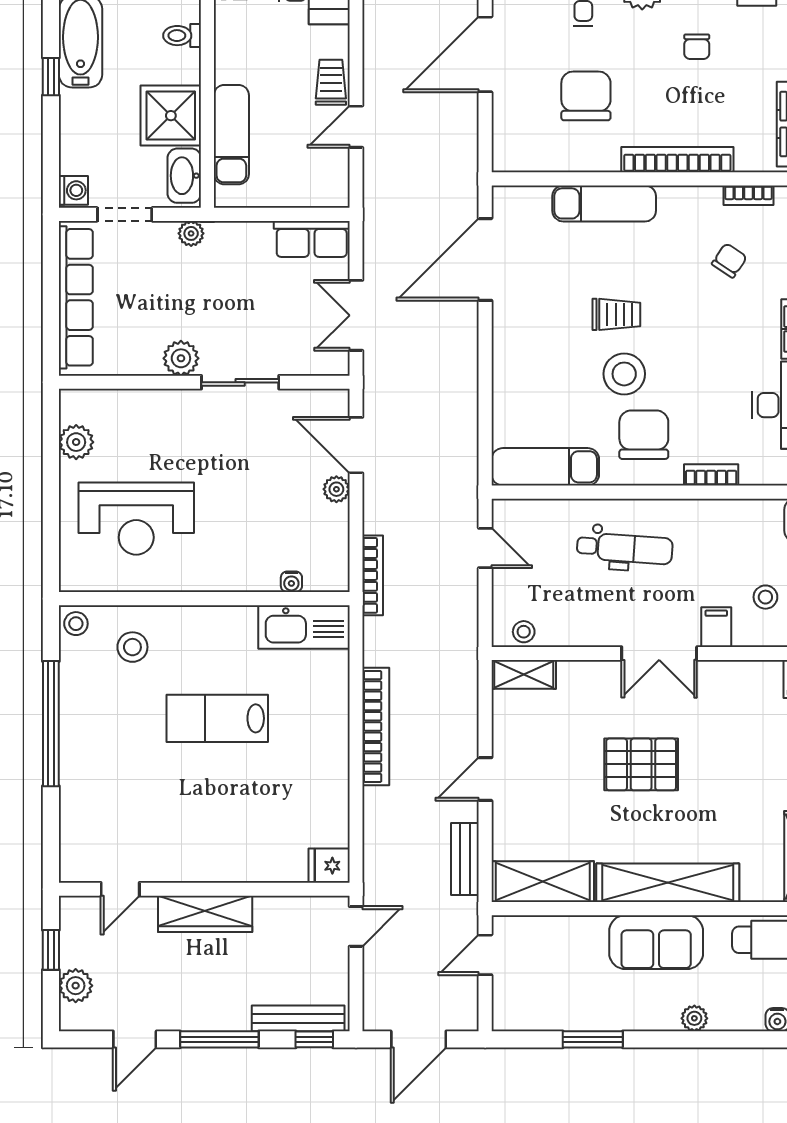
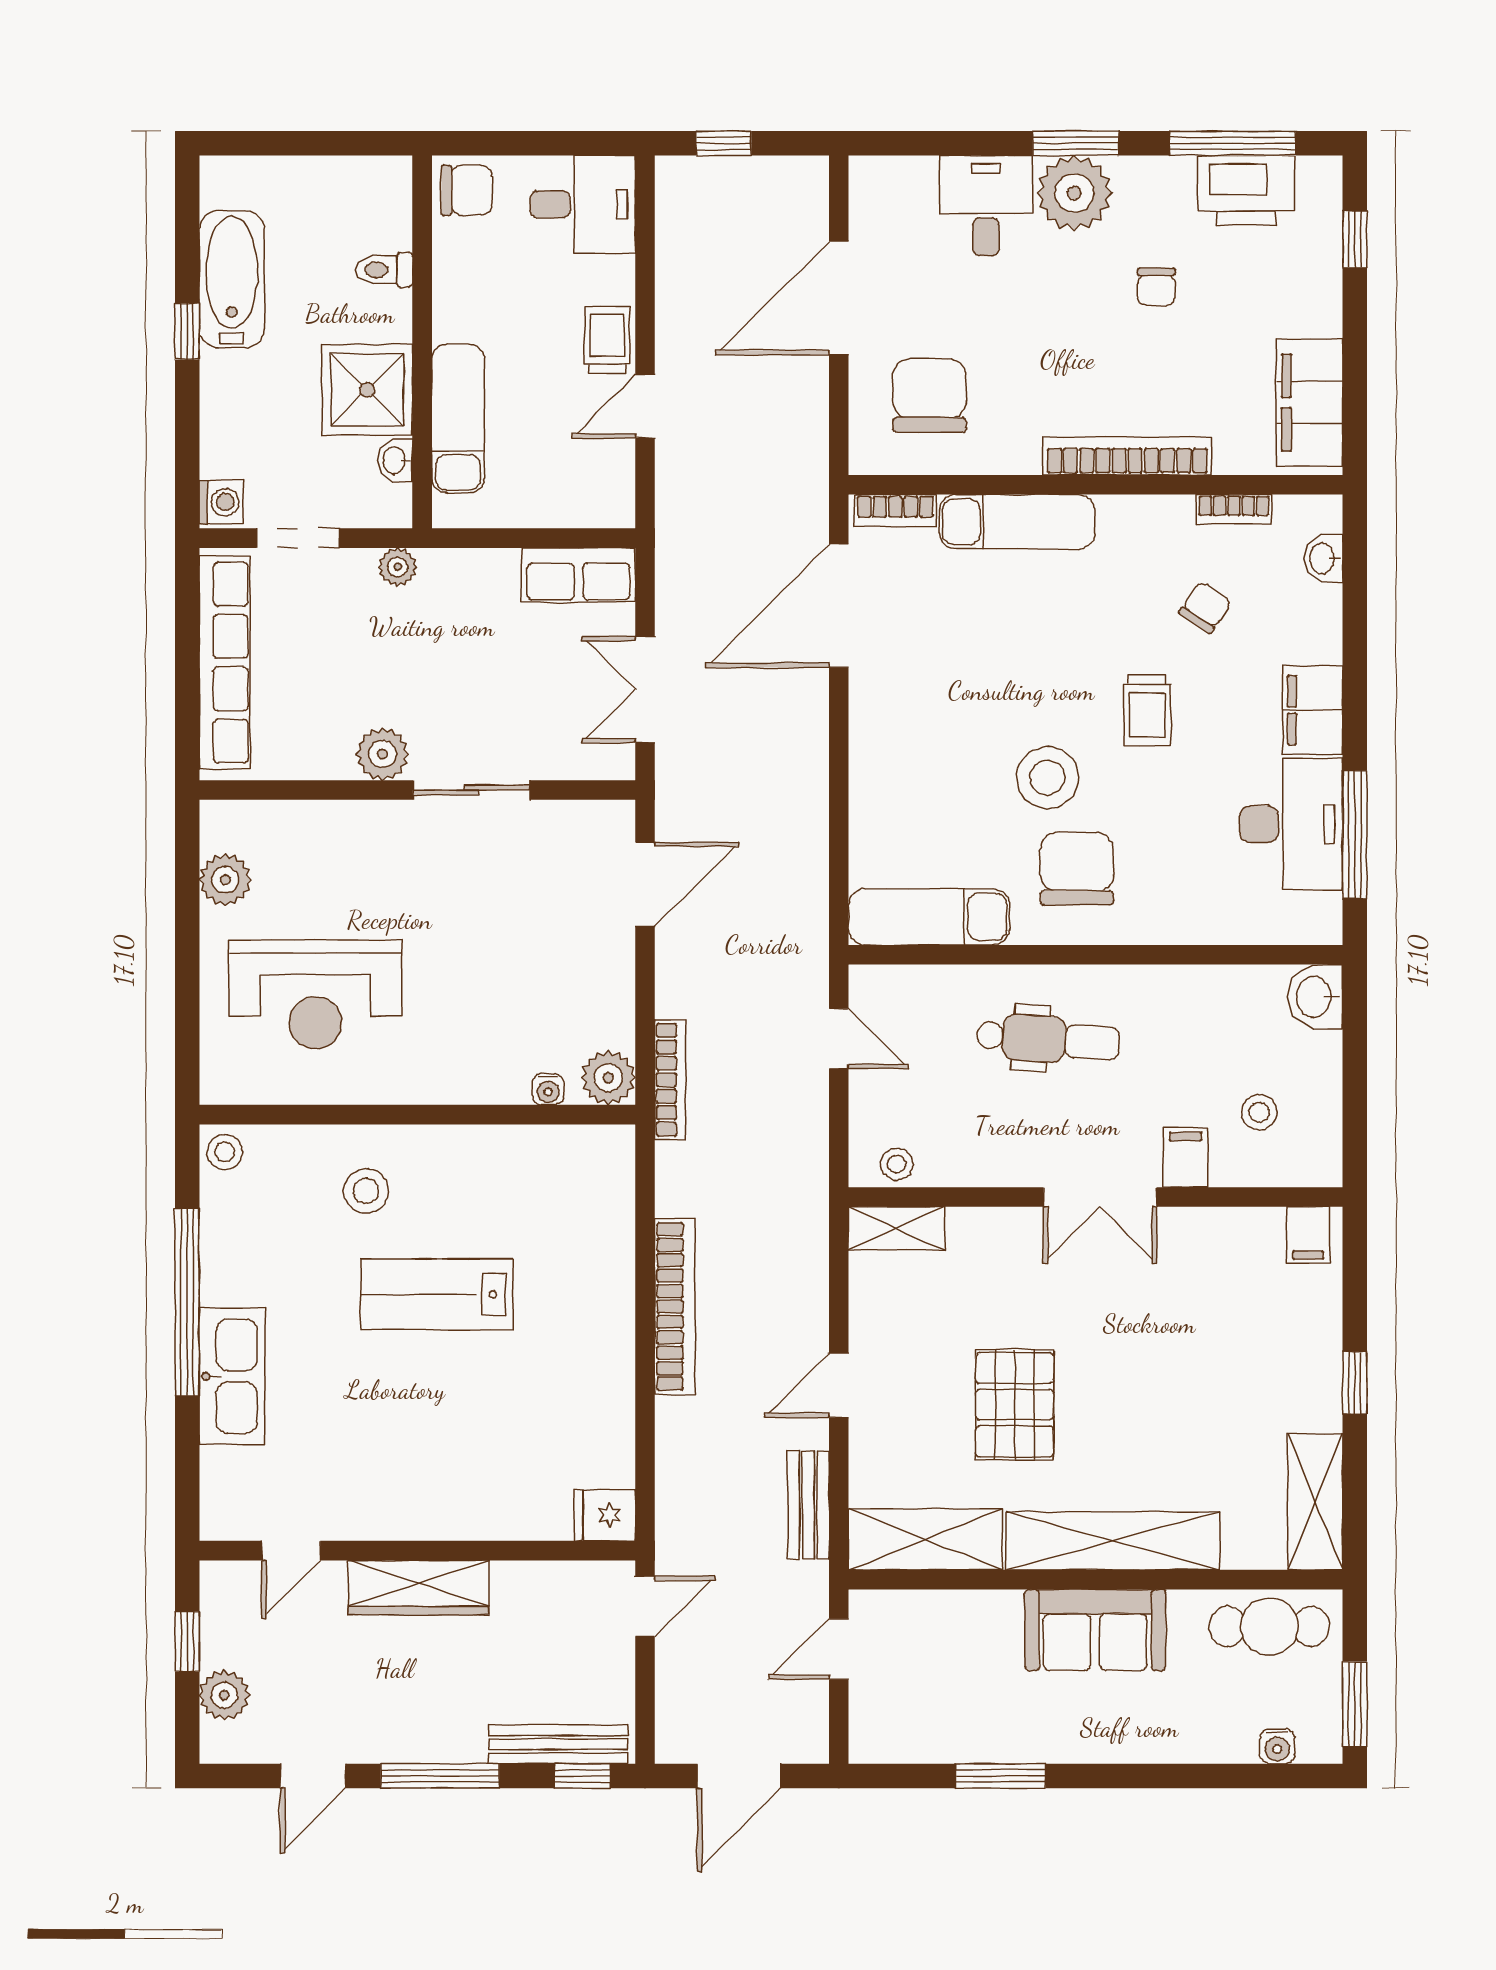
chair: (586, 96) -> (929, 395), moved
washbasin: (184, 176) -> (395, 460), width x0.52, depth x0.69
trolley: (616, 314) -> (1147, 710), moved, turned 90
door: (356, 445) -> (645, 884), swing flipped
bookcase: (711, 475) -> (895, 511), moved, turned 180
plant: (336, 489) -> (608, 1078), moved, width x1.38, depth x1.38
kitchen sink: (304, 627) -> (232, 1376), moved, turned -90
stool: (132, 647) -> (366, 1191), moved
pallet: (641, 764) -> (1015, 1405), moved, turned 90
plant: (694, 1018) -> (1153, 1744), removed

